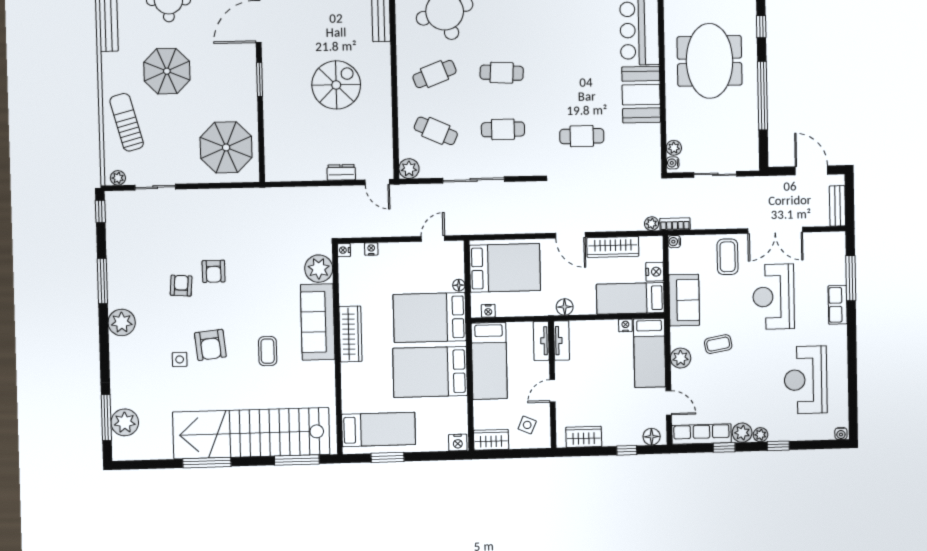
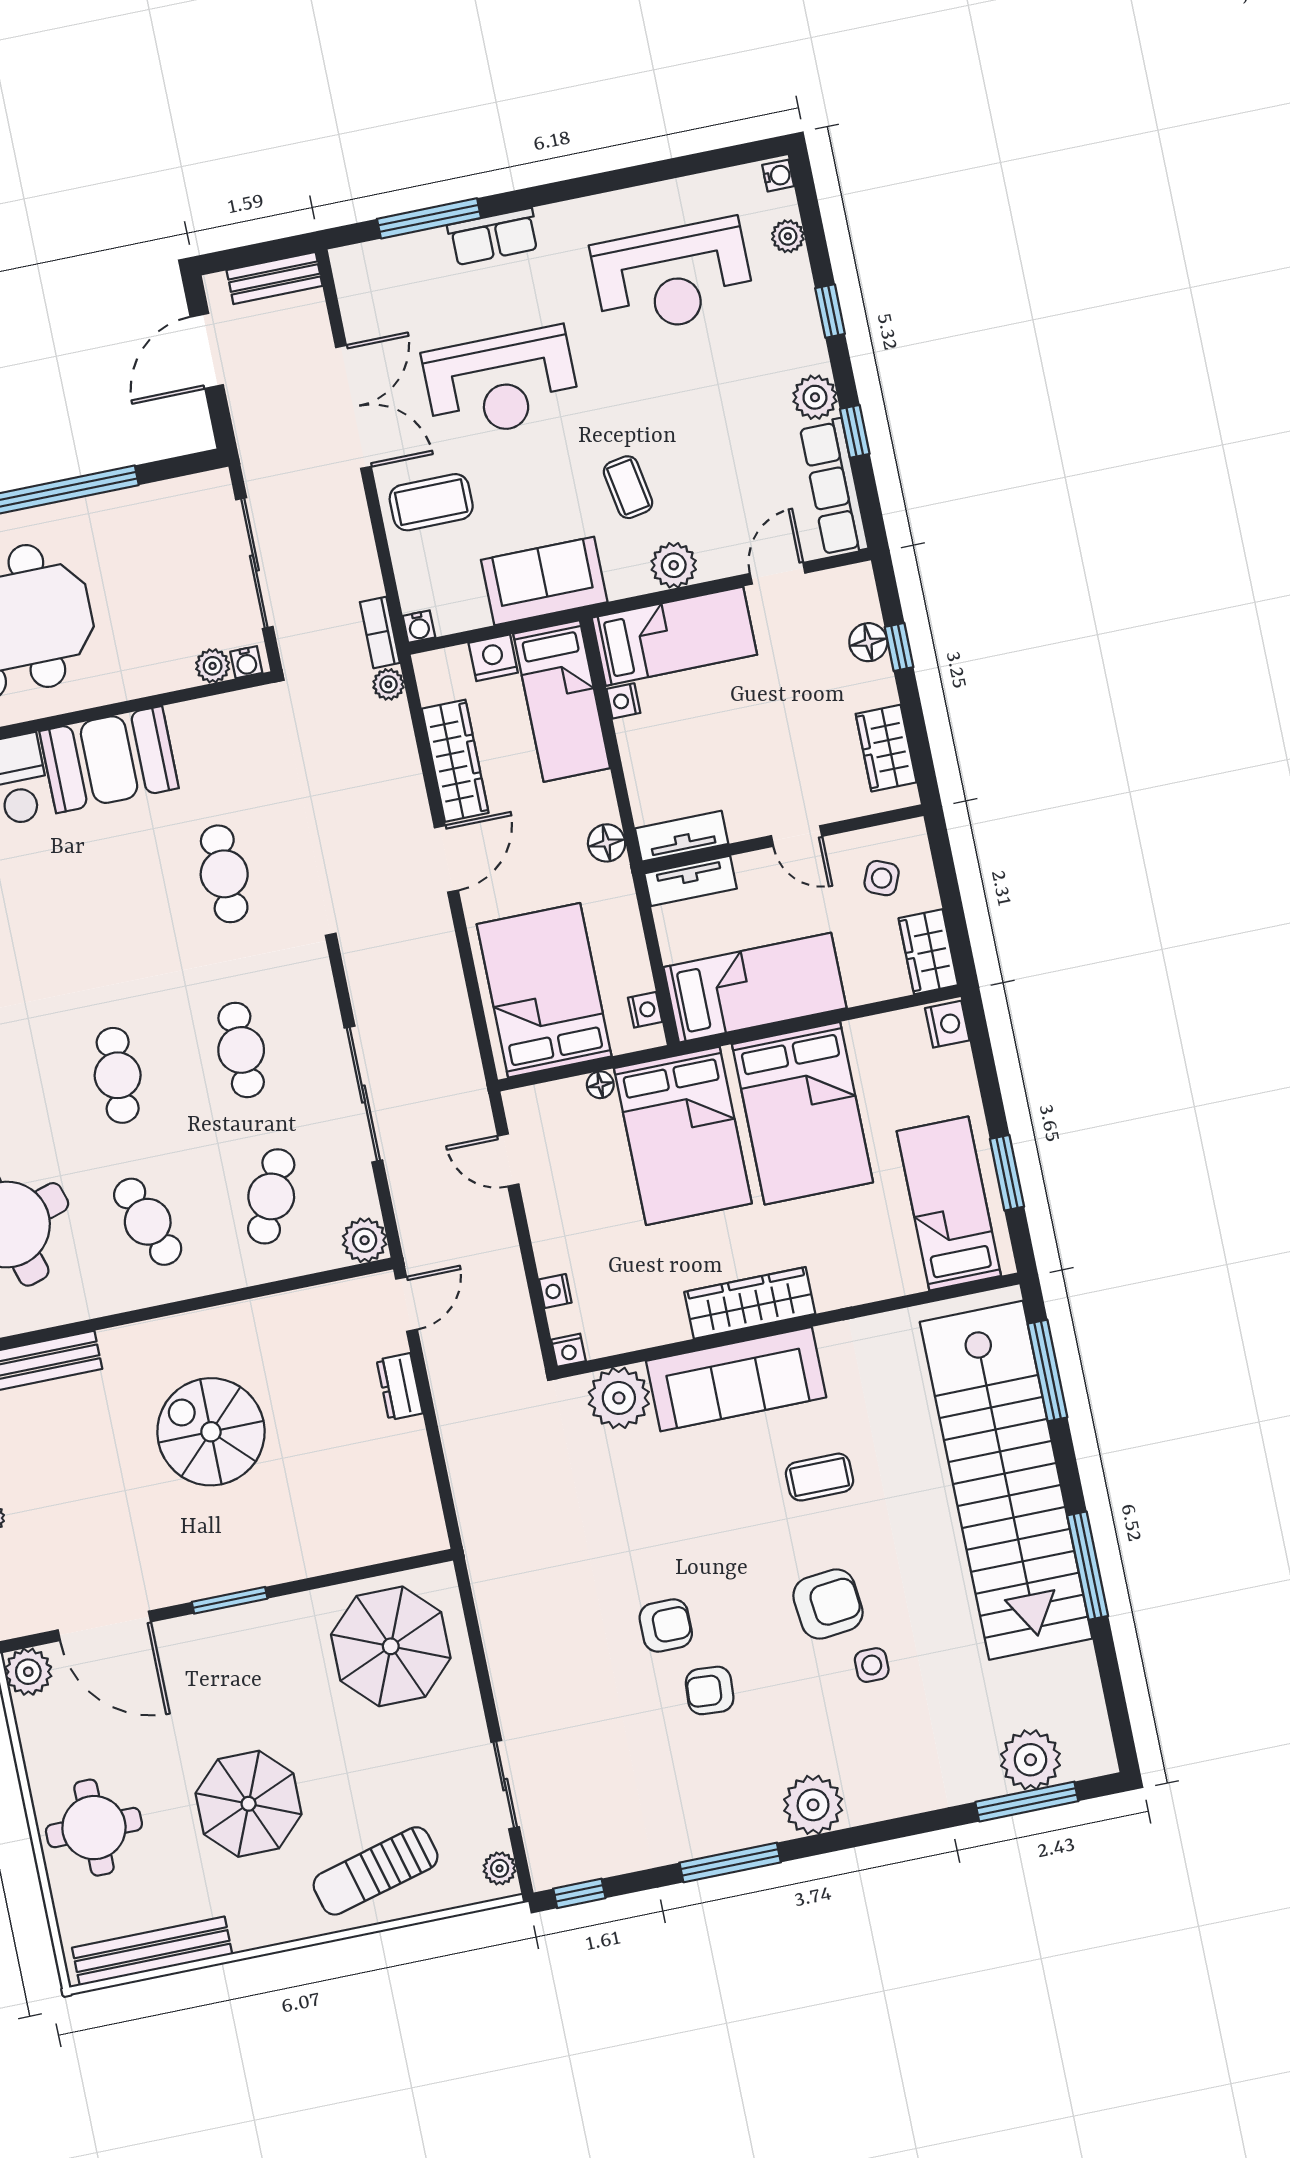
sliding door: (715, 174) -> (254, 563), width x1.37
plant: (760, 435) -> (788, 236), moved
floor lamp: (652, 437) -> (868, 642), moved

